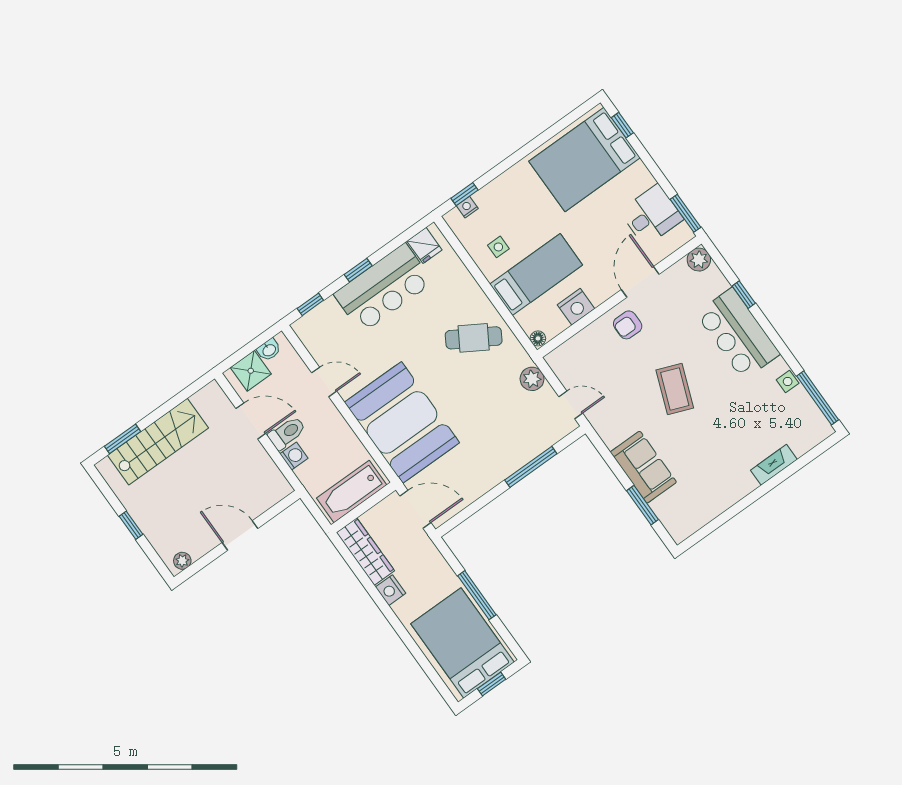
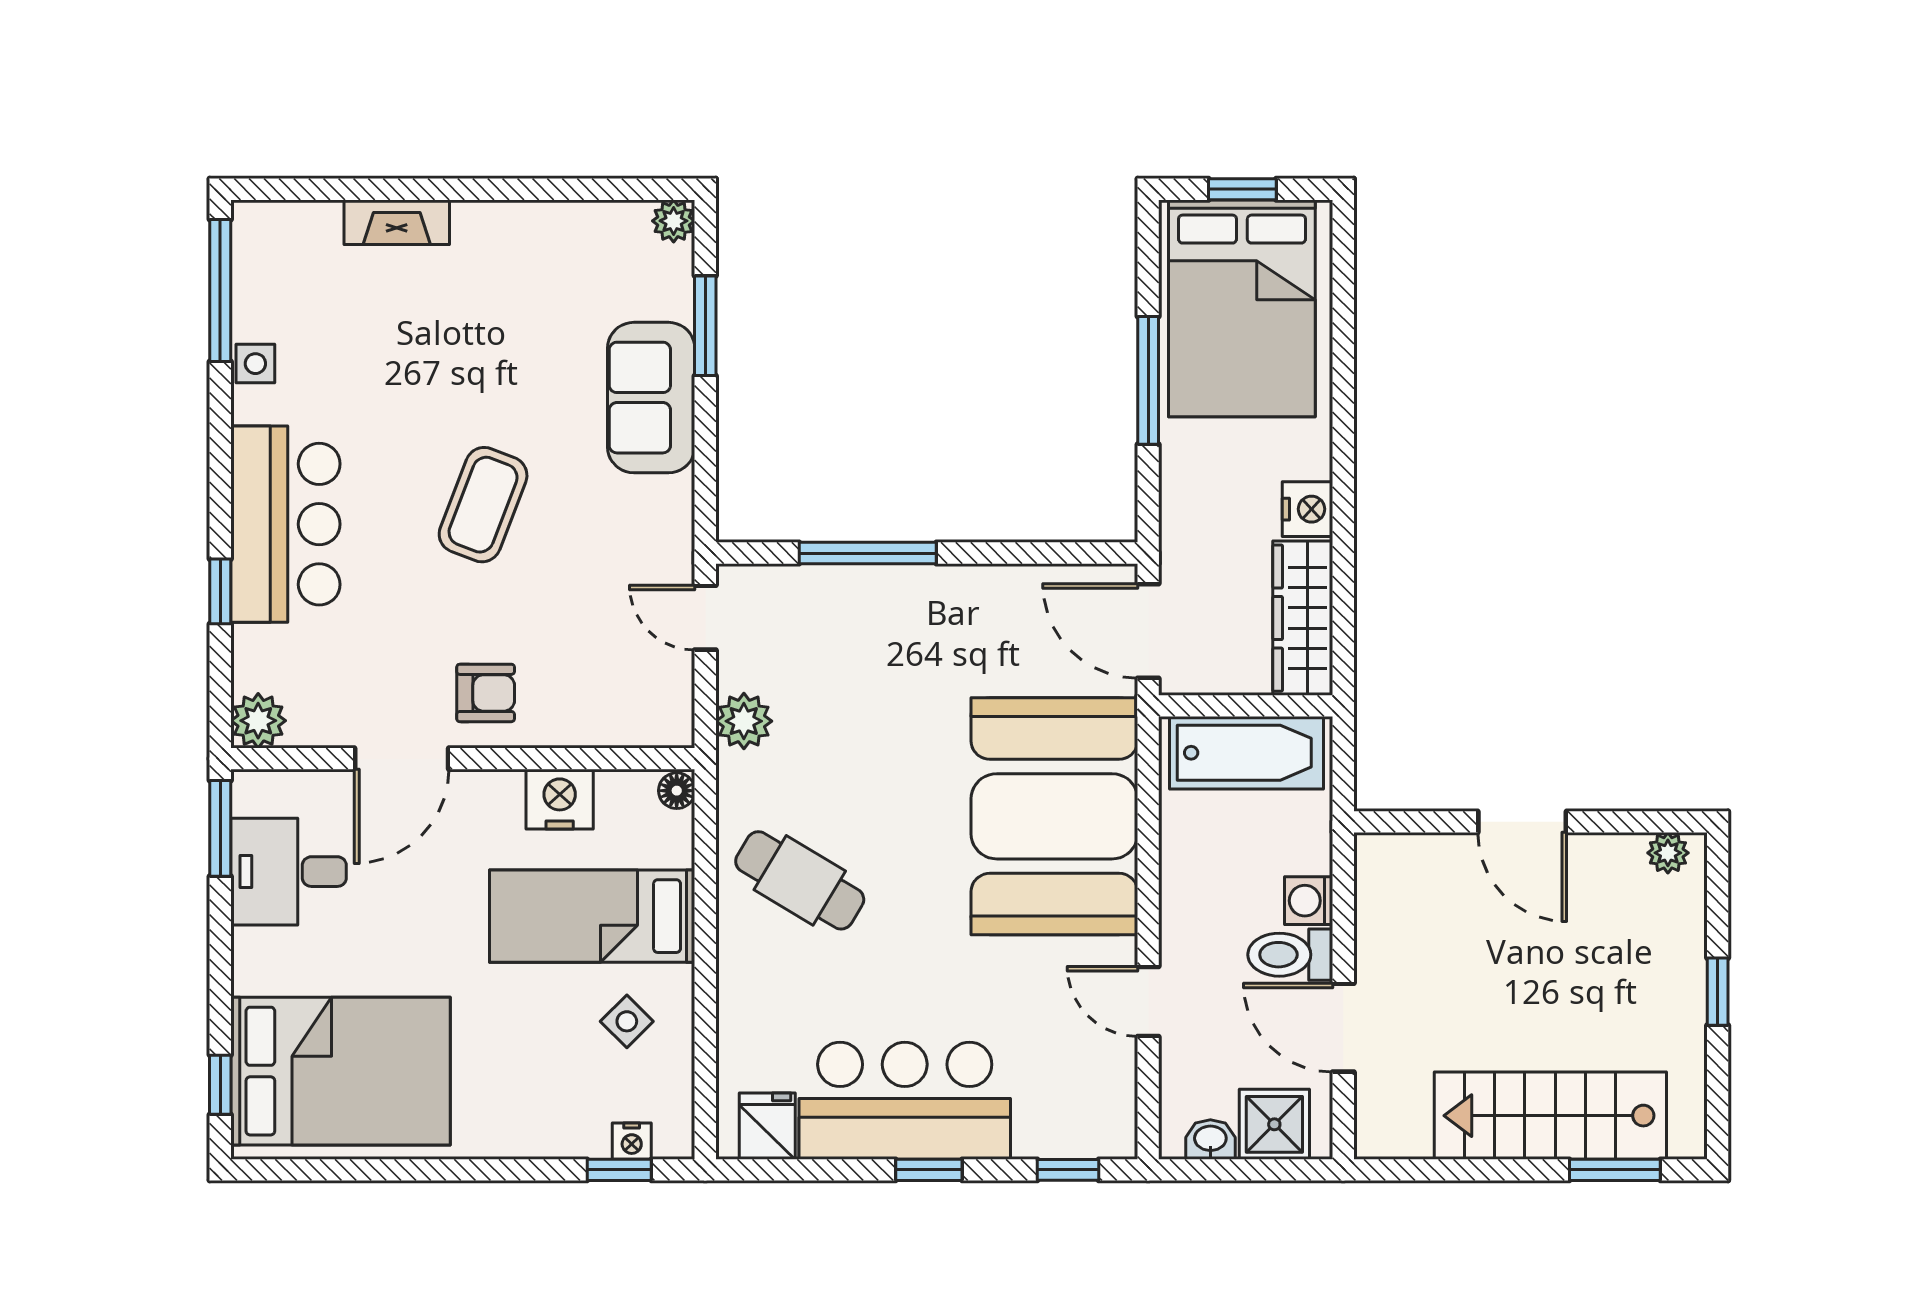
side table: (498, 247) -> (627, 1021), turned 45
plant: (679, 533) -> (674, 221), added

